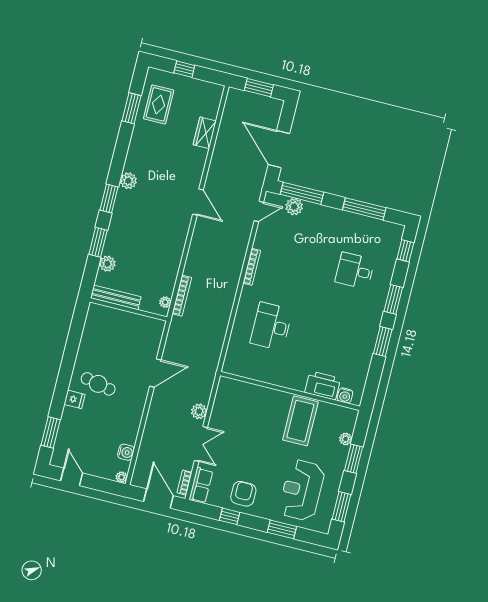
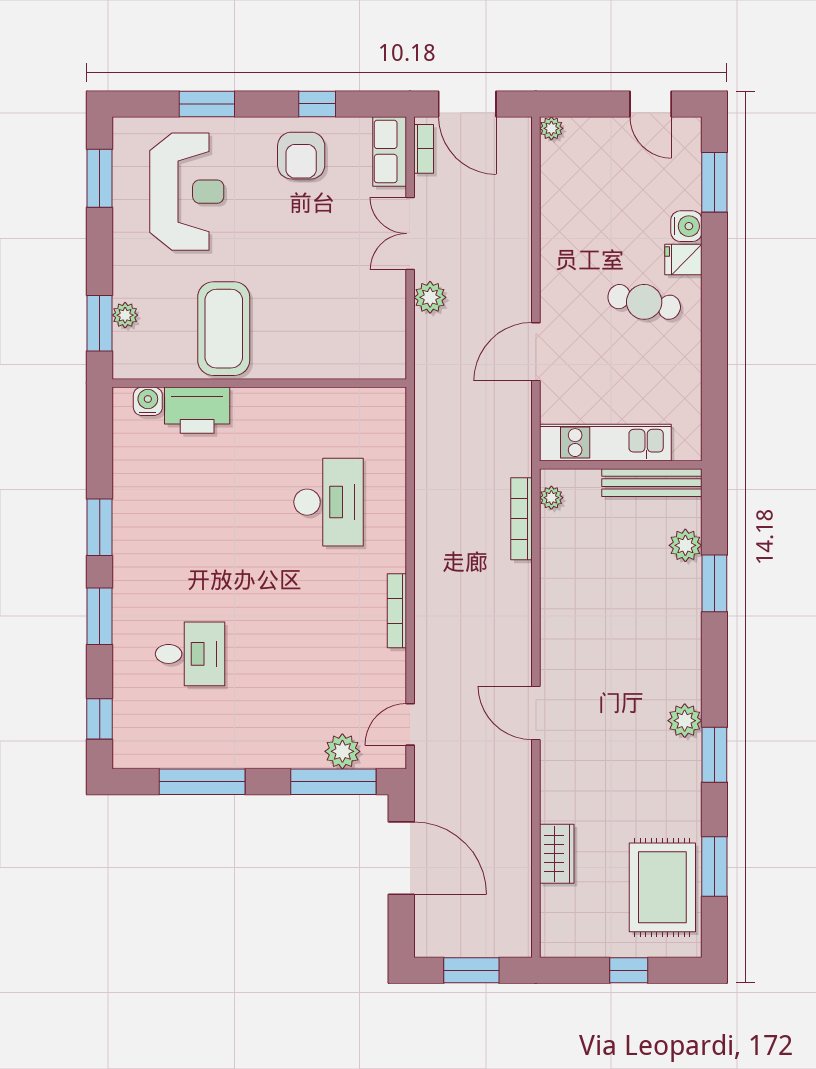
rug: (159, 104) -> (662, 887), width x1.36, depth x1.43
window: (109, 198) -> (714, 755), moved
kitchen unit: (133, 322) -> (605, 443), added
water cooler: (126, 452) -> (686, 226), moved, turned 180
window: (354, 459) -> (100, 323), moved

